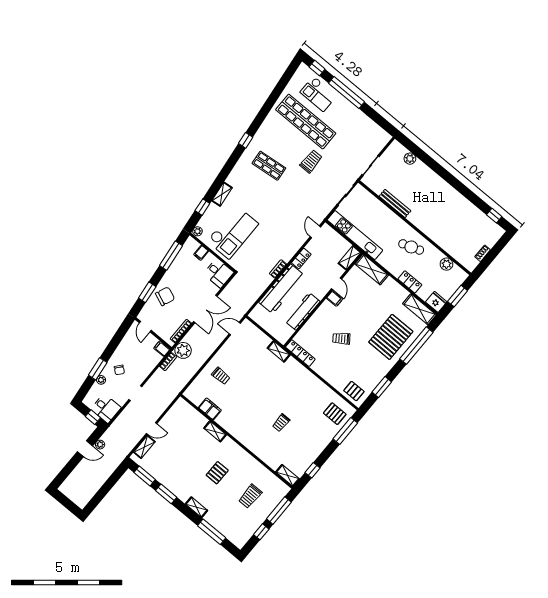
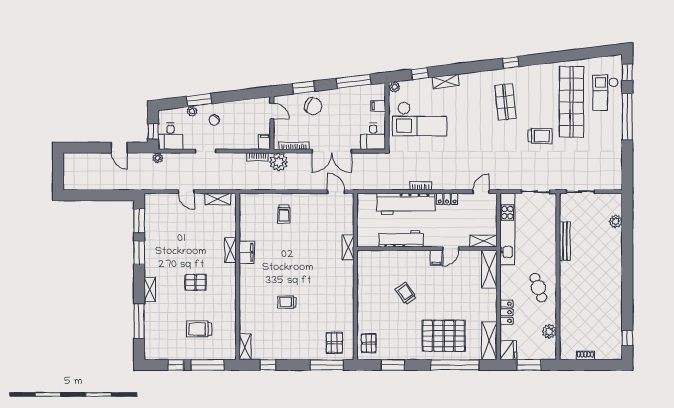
door: (145, 327) -> (272, 111), swing flipped
locker: (300, 353) -> (363, 268), removed
filing cabinet: (210, 409) -> (247, 252), moved
plant: (100, 445) -> (158, 158), moved
shelving: (144, 447) -> (218, 199), moved

